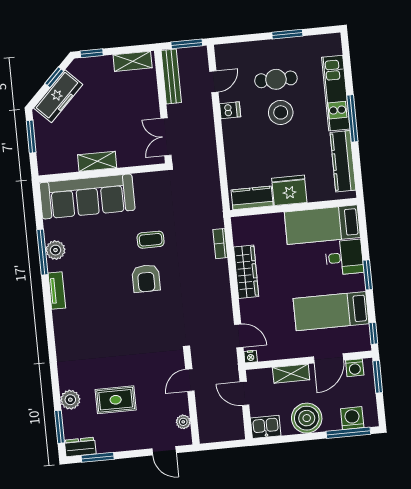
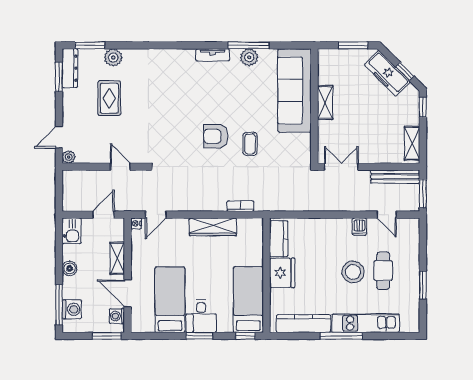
desk: (344, 257) -> (201, 316), moved
window: (373, 333) -> (246, 336), moved
boiler: (307, 418) -> (70, 268), width x0.54, depth x0.54
plant: (183, 422) -> (69, 157), moved
dresser: (80, 447) -> (70, 68), width x1.44

